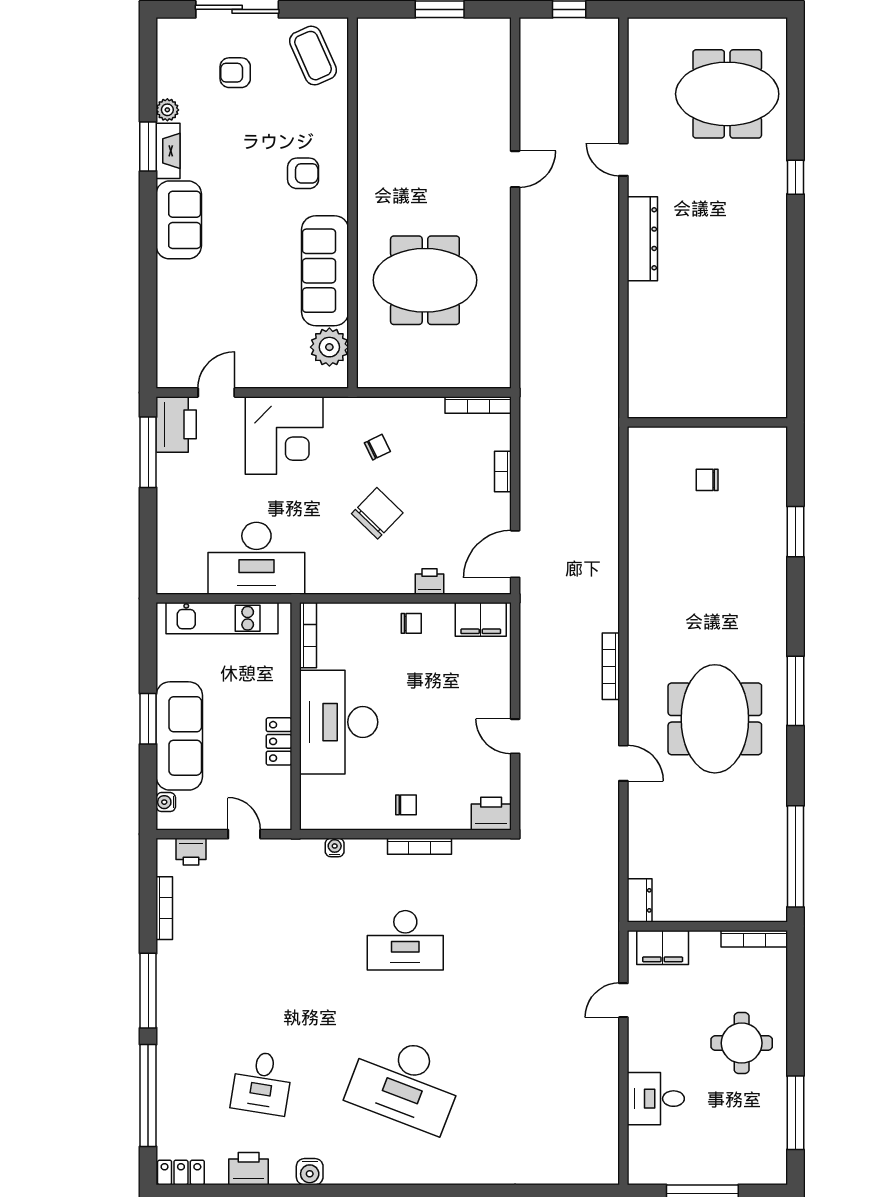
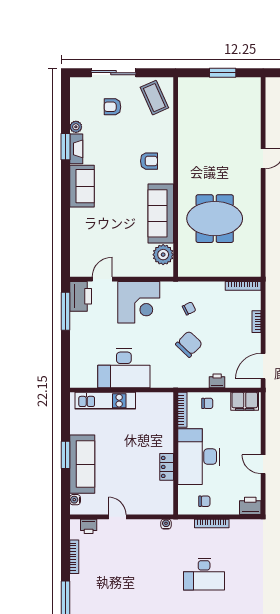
bookcase: (308, 635) -> (182, 410), moved
wall: (296, 716) -> (176, 453), moved
desk: (339, 722) -> (199, 457), moved
locker: (279, 741) -> (167, 467), moved

